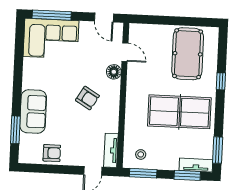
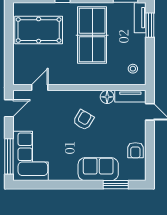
floor lamp: (114, 72) -> (107, 97), moved
armchair: (52, 153) -> (135, 150), turned 180
window: (143, 173) -> (150, 66), removed

